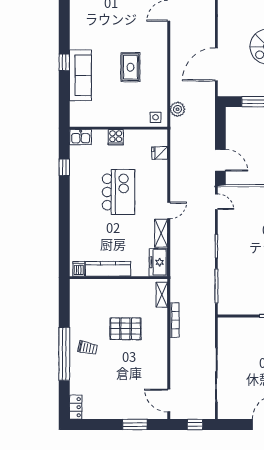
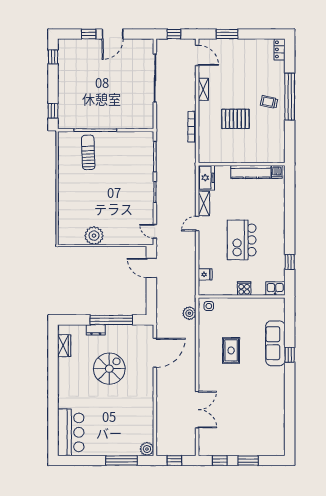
shelving: (162, 295) -> (203, 89), moved

